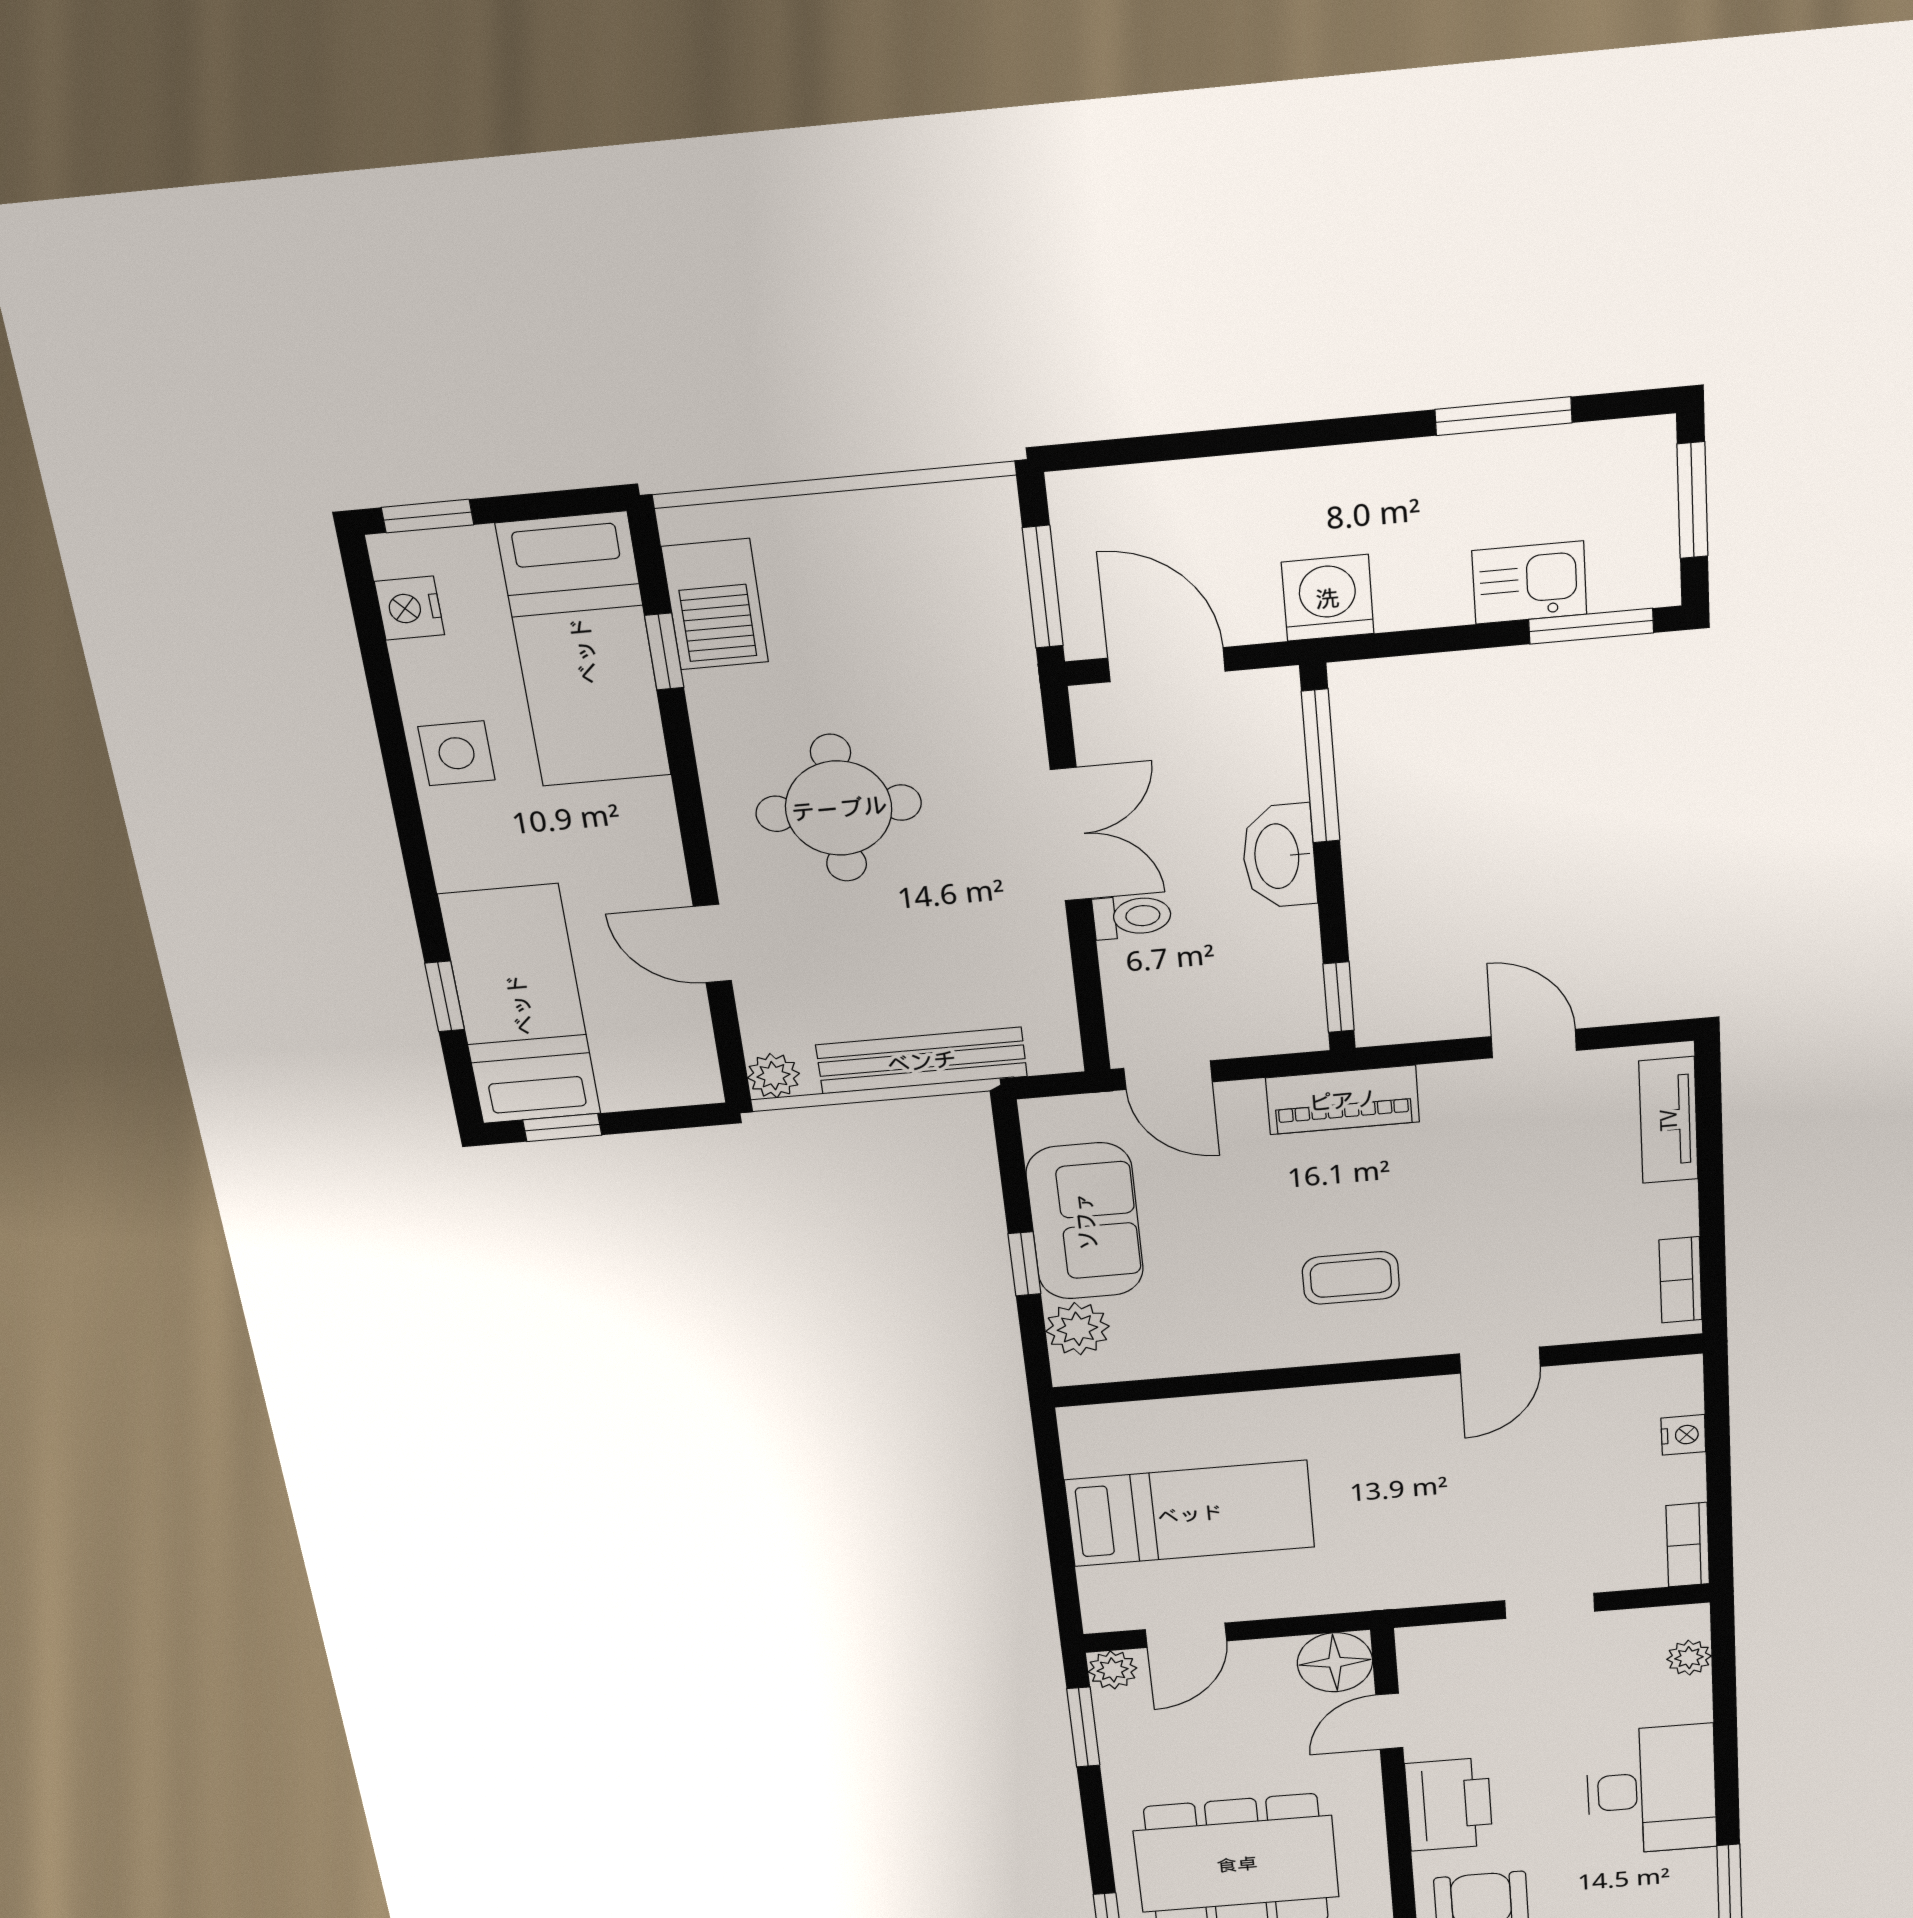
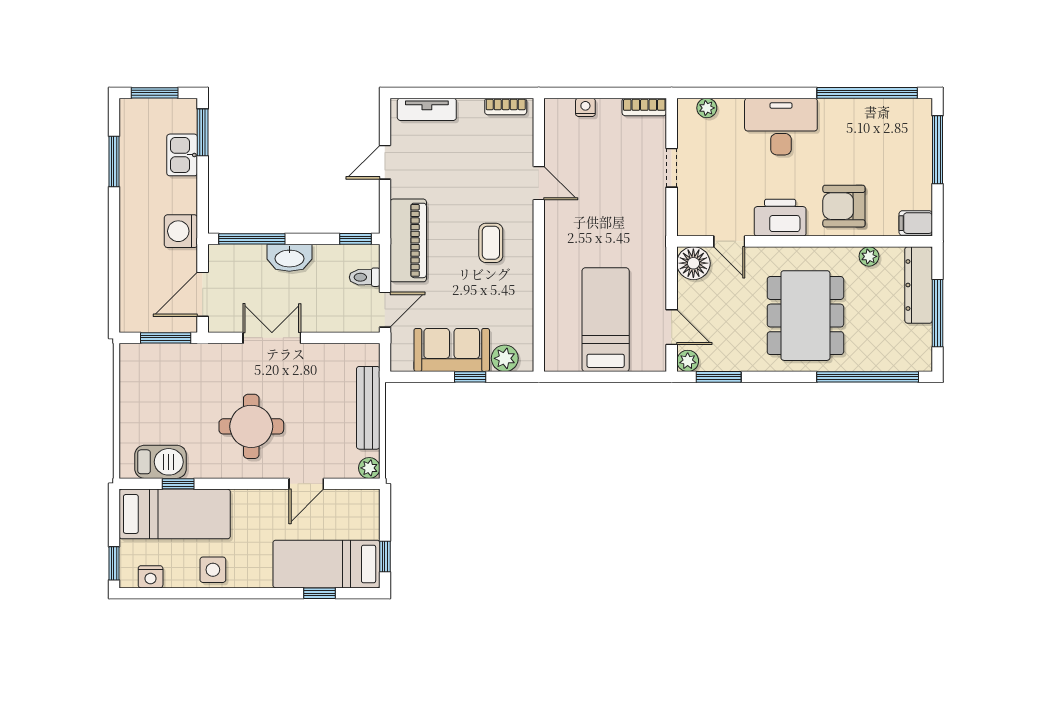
toilet: (1132, 917) -> (365, 277), moved, turned -90
piano: (1343, 1100) -> (408, 240), width x1.37, depth x1.33

